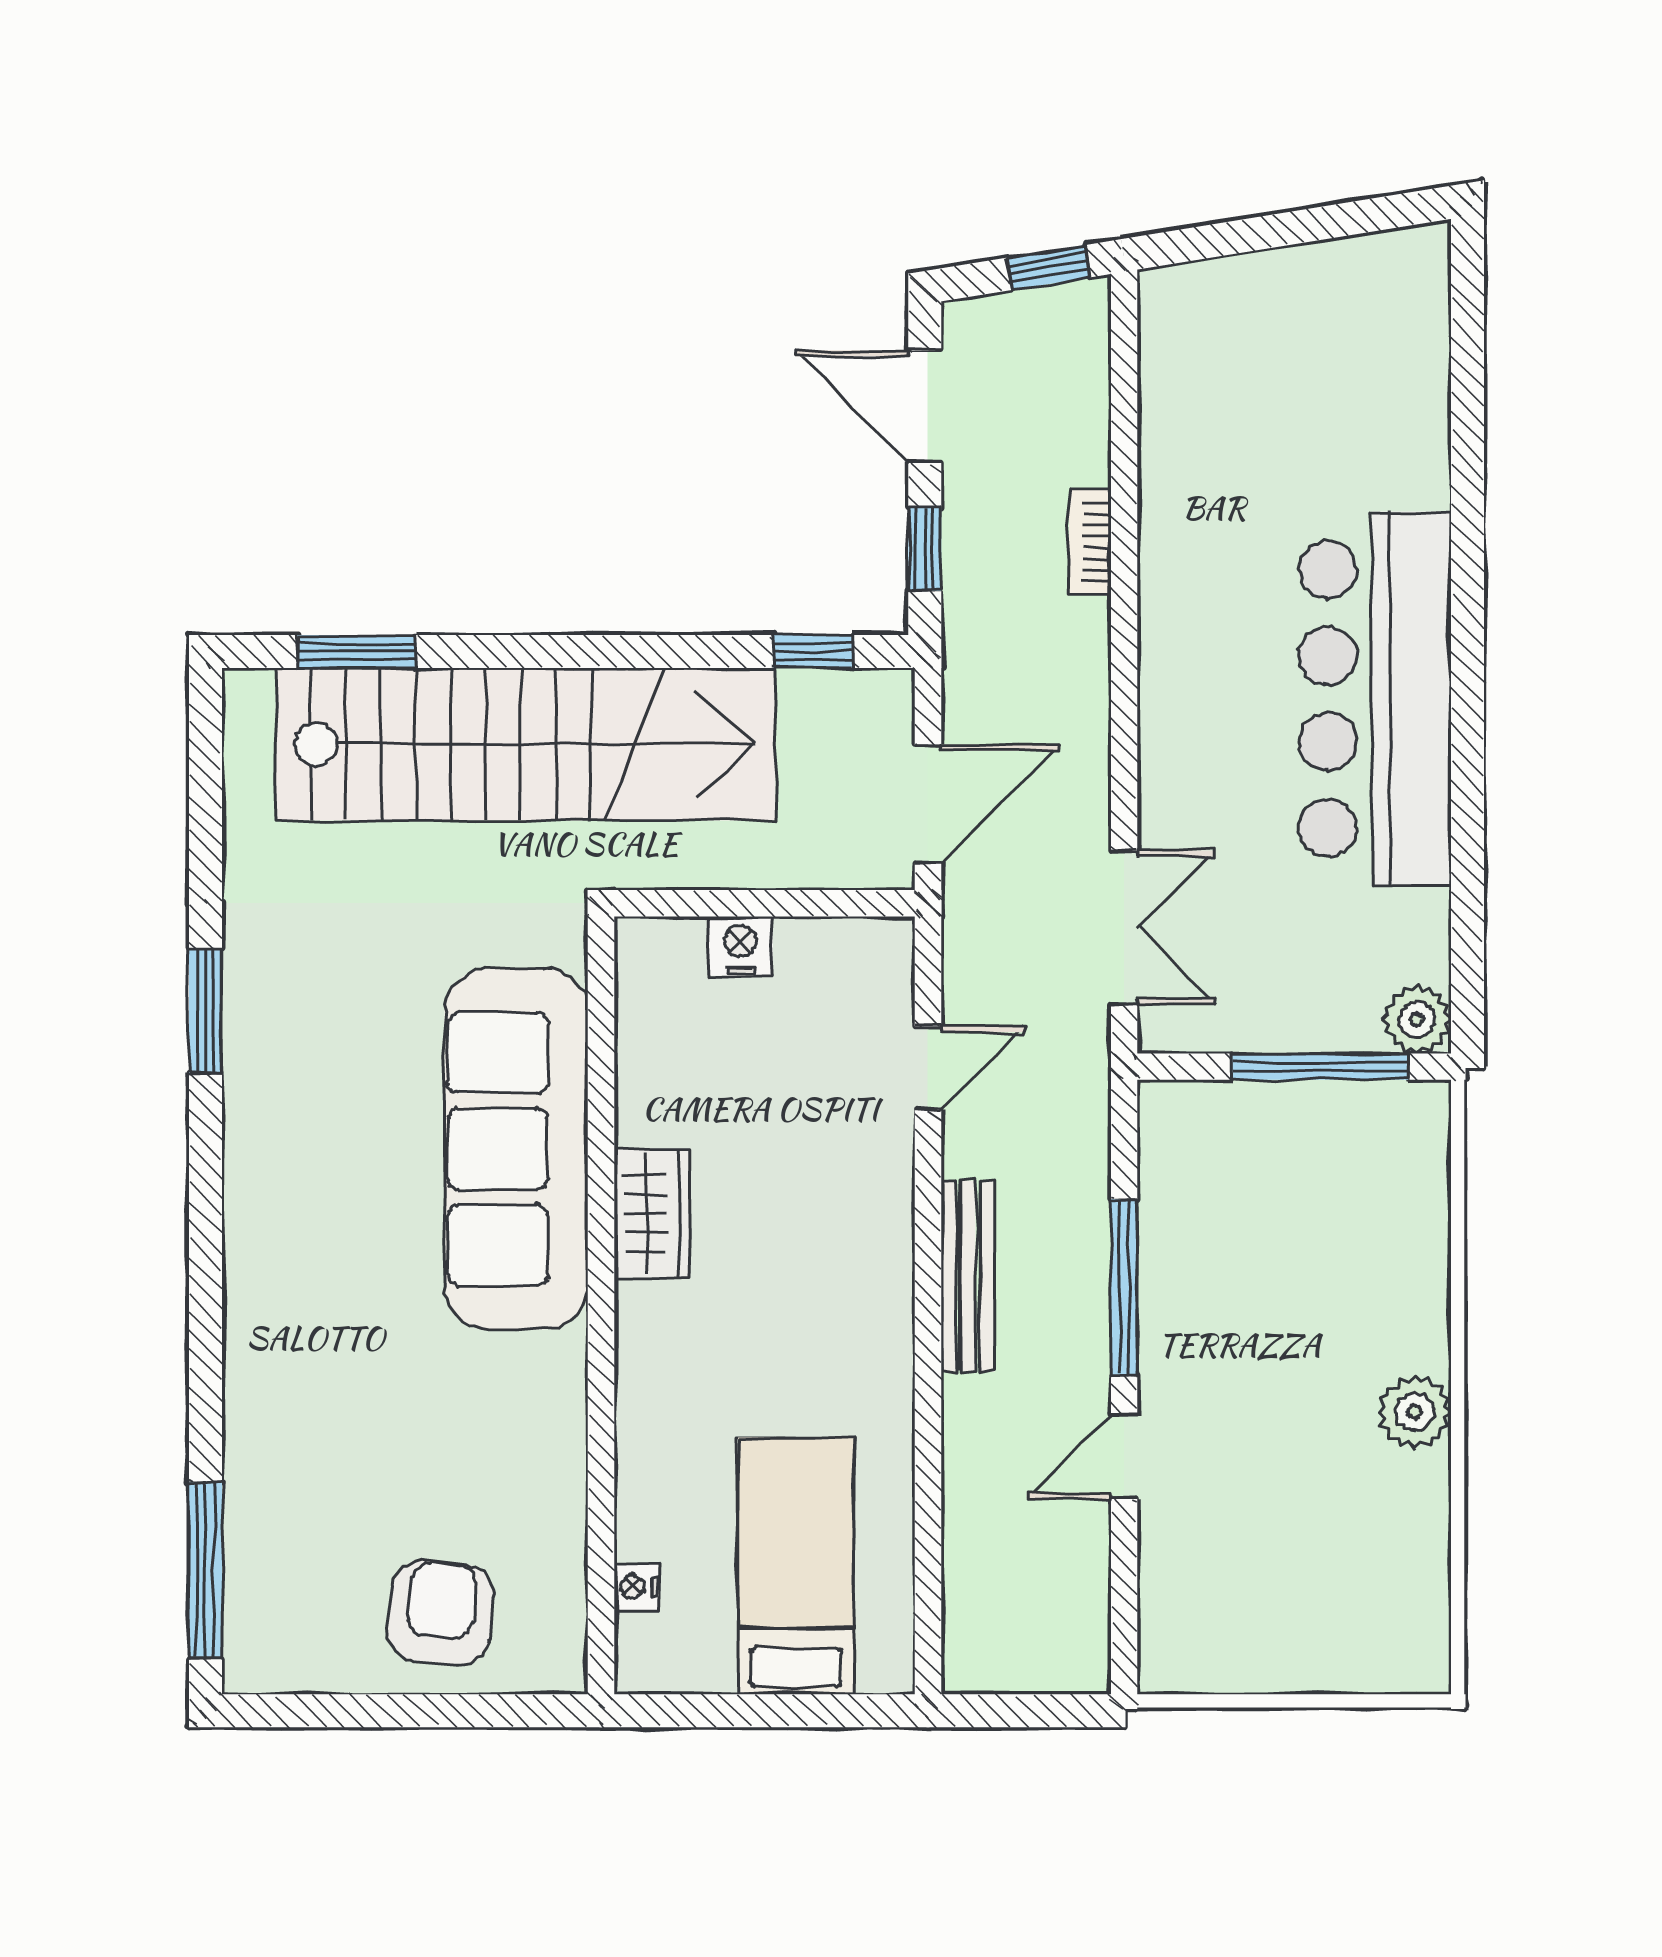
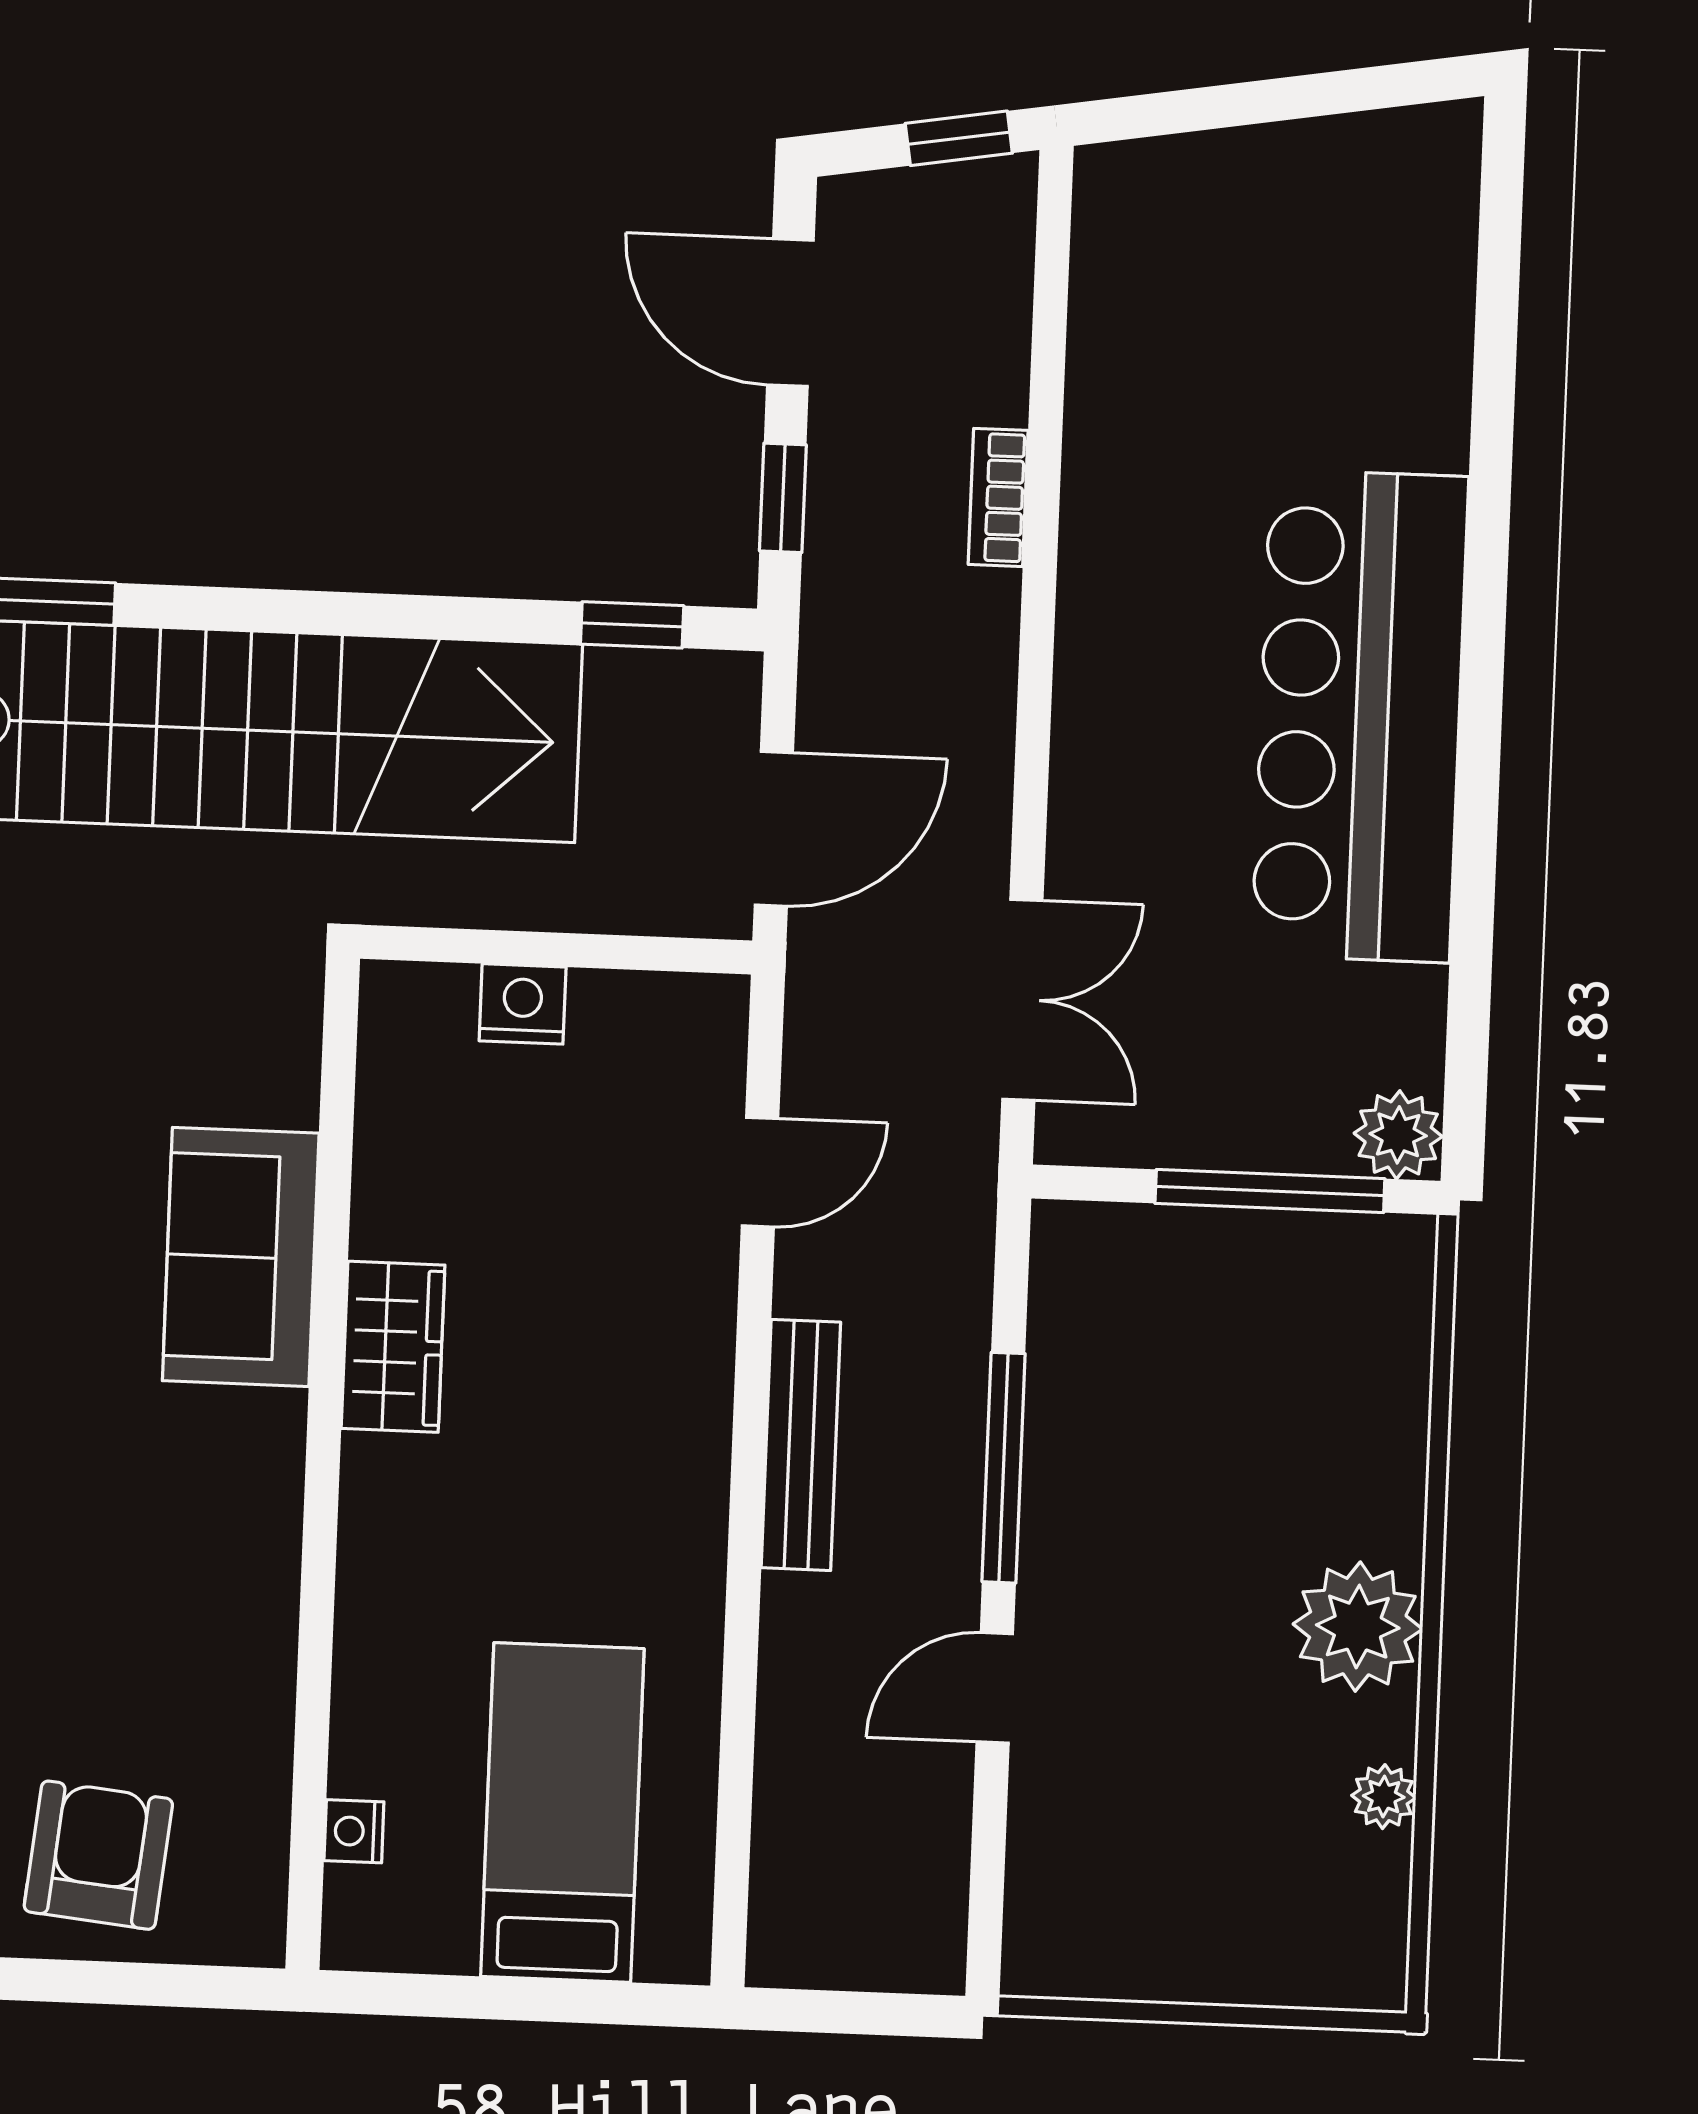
sofa: (516, 1149) -> (241, 1257), width x0.54, depth x0.79
plant: (1415, 1412) -> (1358, 1627), width x1.36, depth x1.36
plant: (1426, 1528) -> (1384, 1797), added

